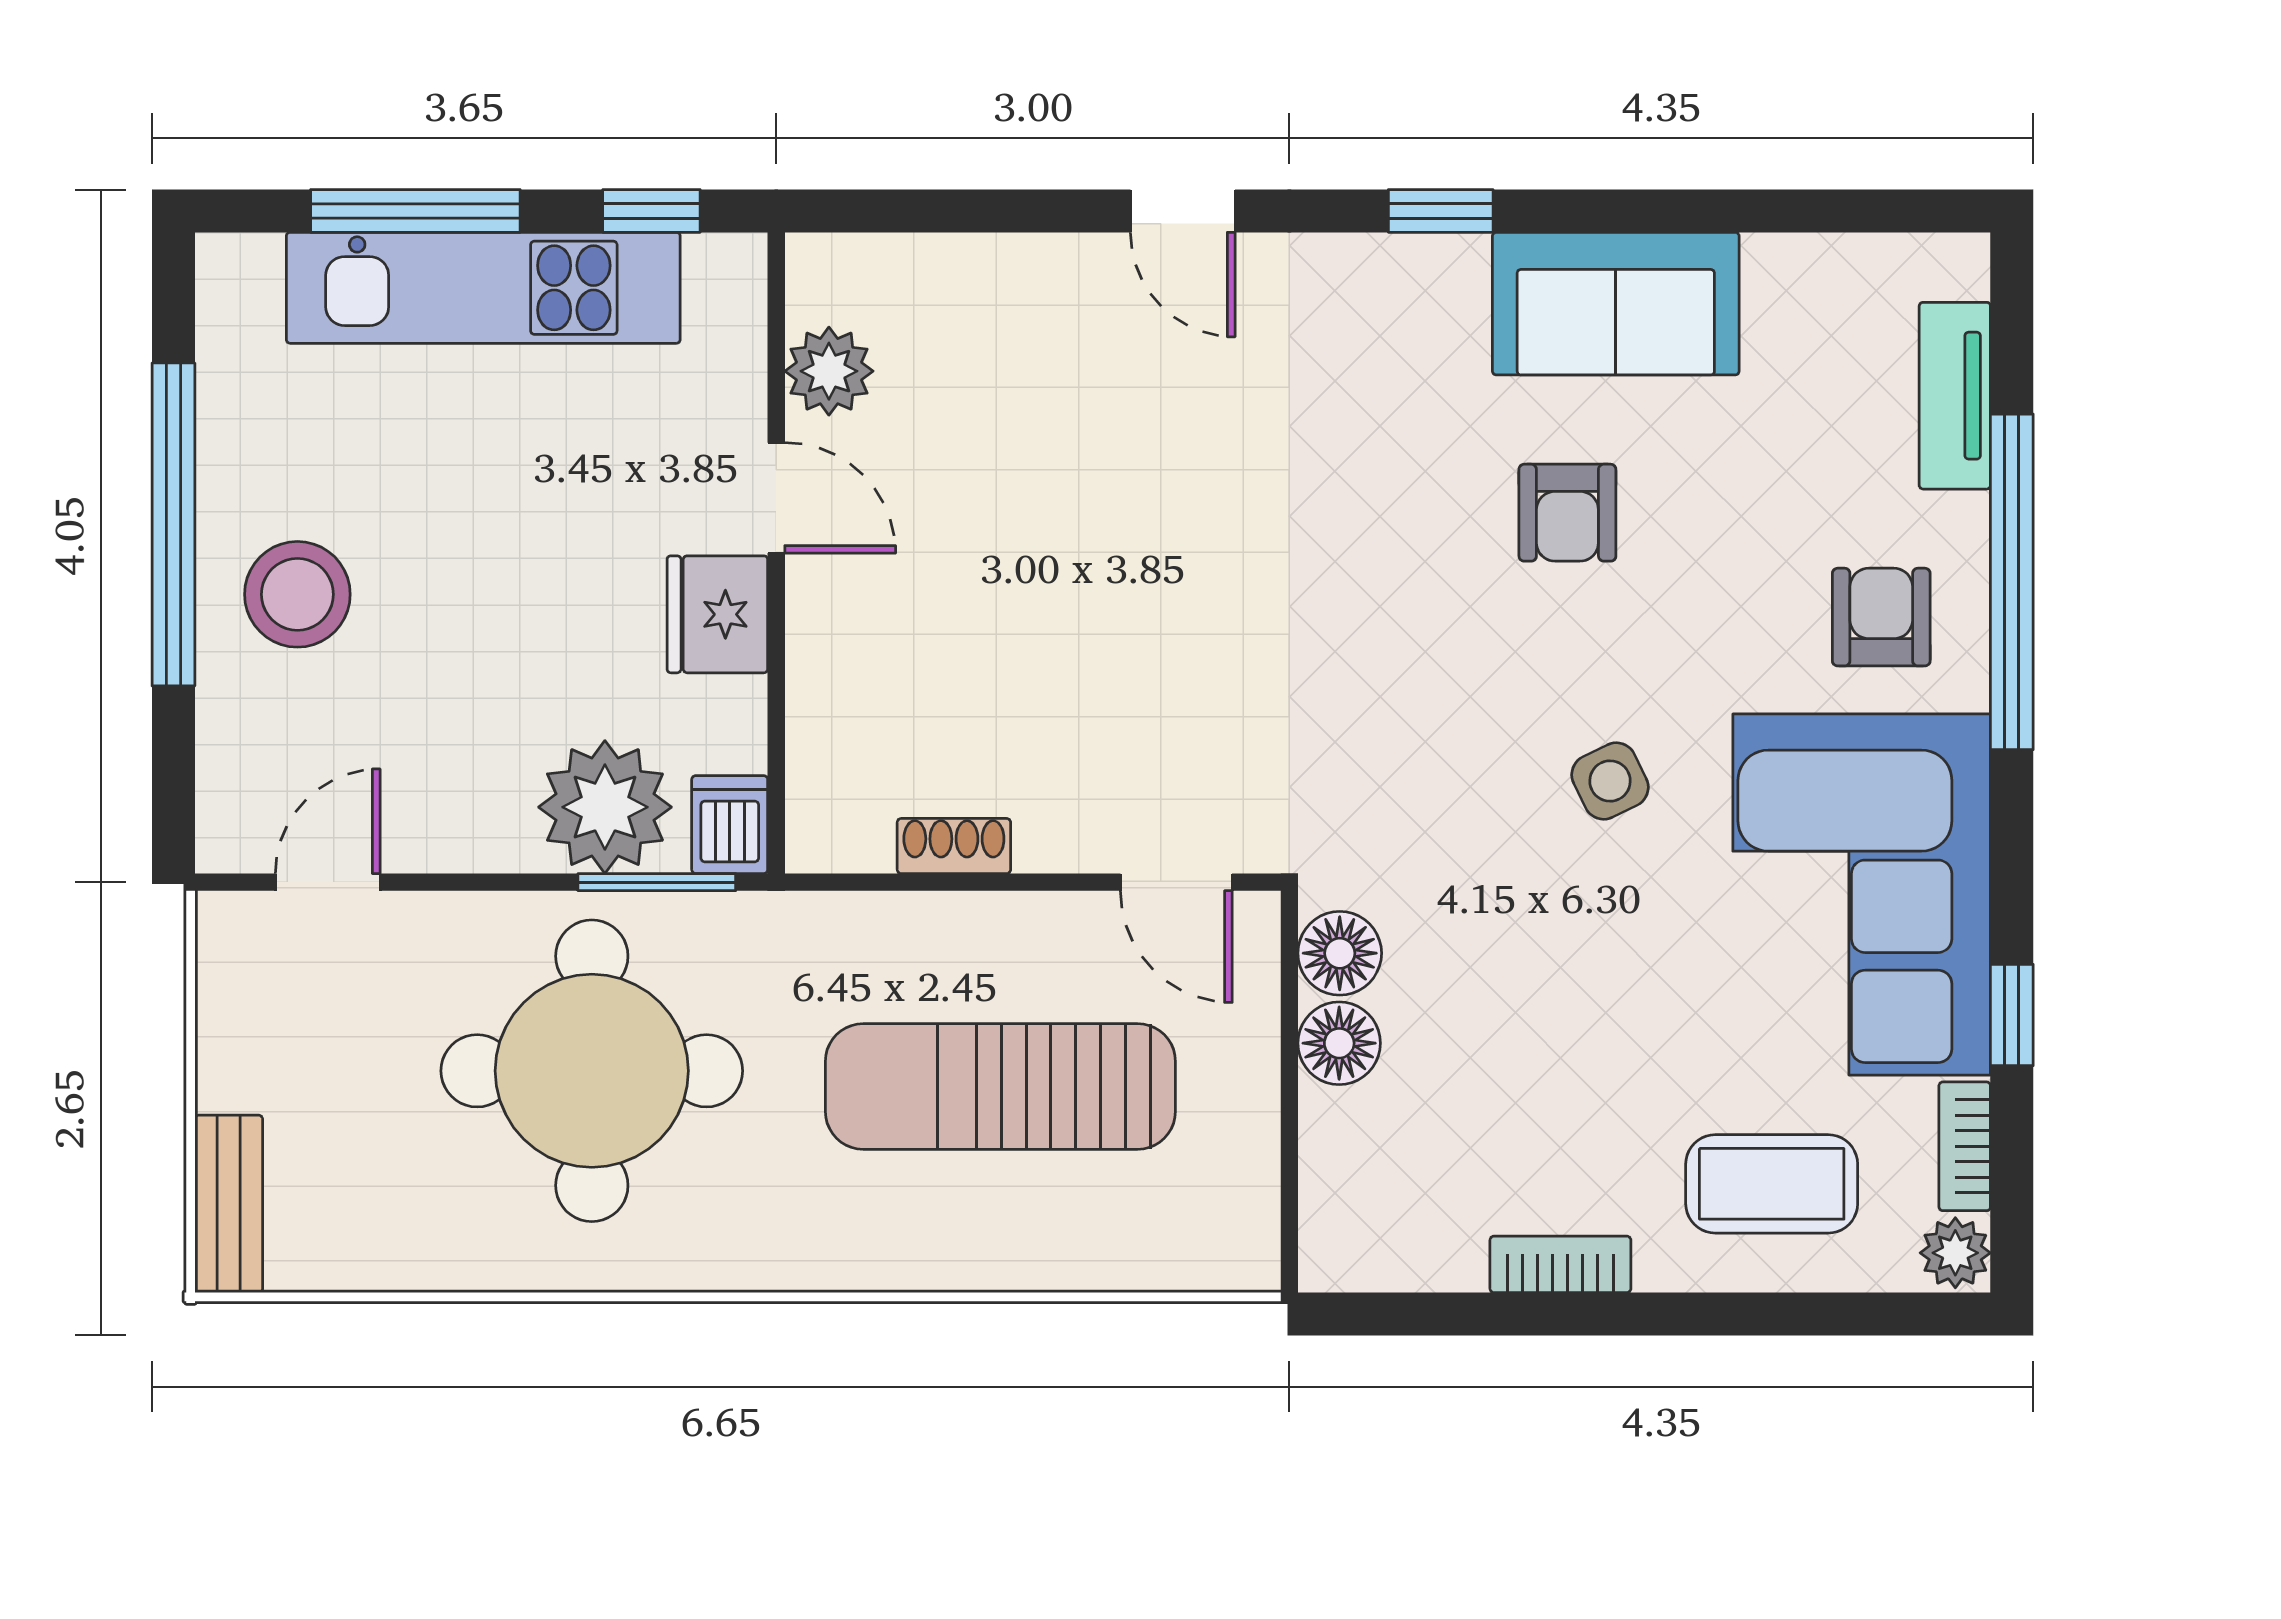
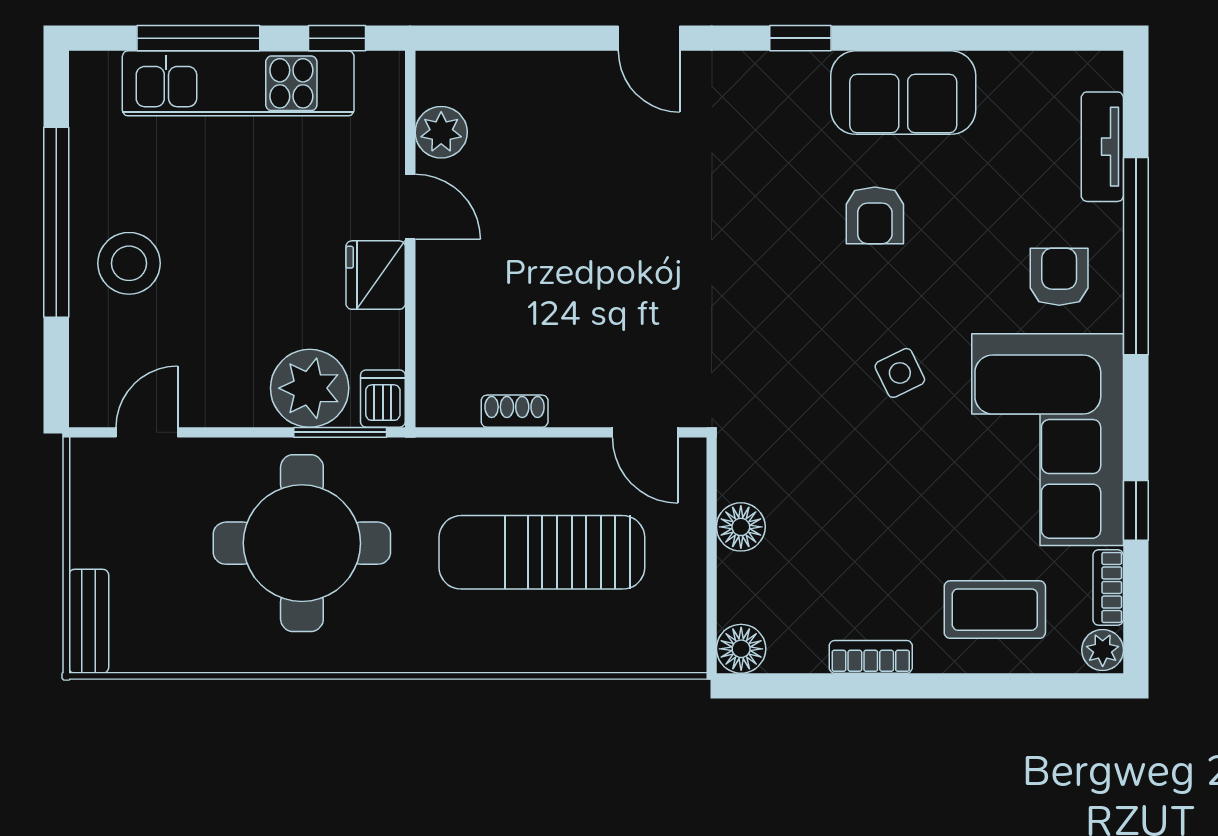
floor lamp: (1340, 953) -> (741, 649), moved

